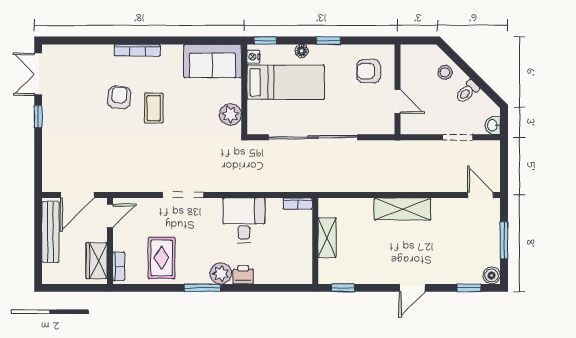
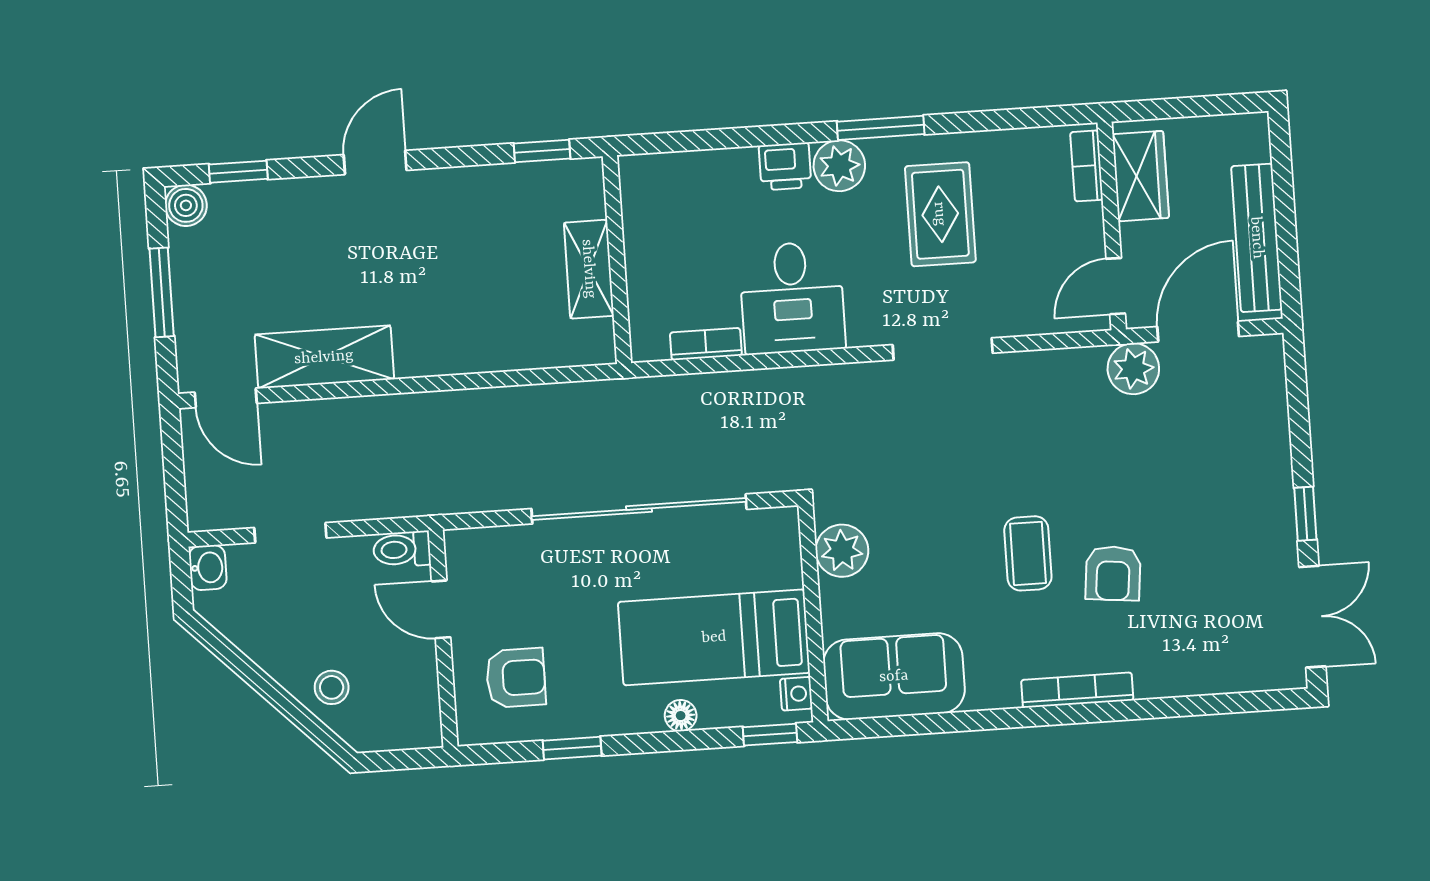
window: (328, 41) -> (572, 748), moved
toilet: (467, 92) -> (402, 549), moved, turned -135
plant: (105, 181) -> (1133, 369), added
bookcase: (298, 204) -> (706, 344), moved
shelving: (403, 209) -> (324, 357), moved
rug: (162, 258) -> (940, 214), moved

